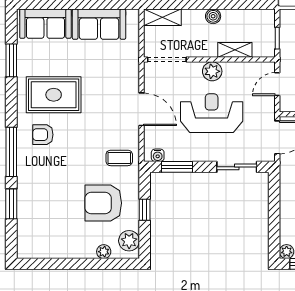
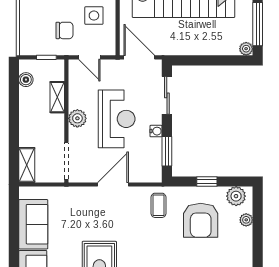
boiler: (213, 16) -> (26, 80), moved
reception desk: (212, 113) -> (117, 119), turned 180
water cooler: (158, 155) -> (156, 131), moved

